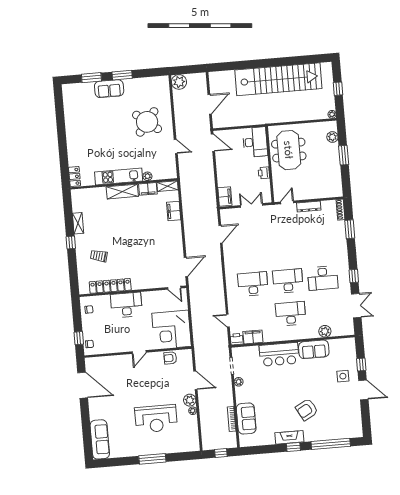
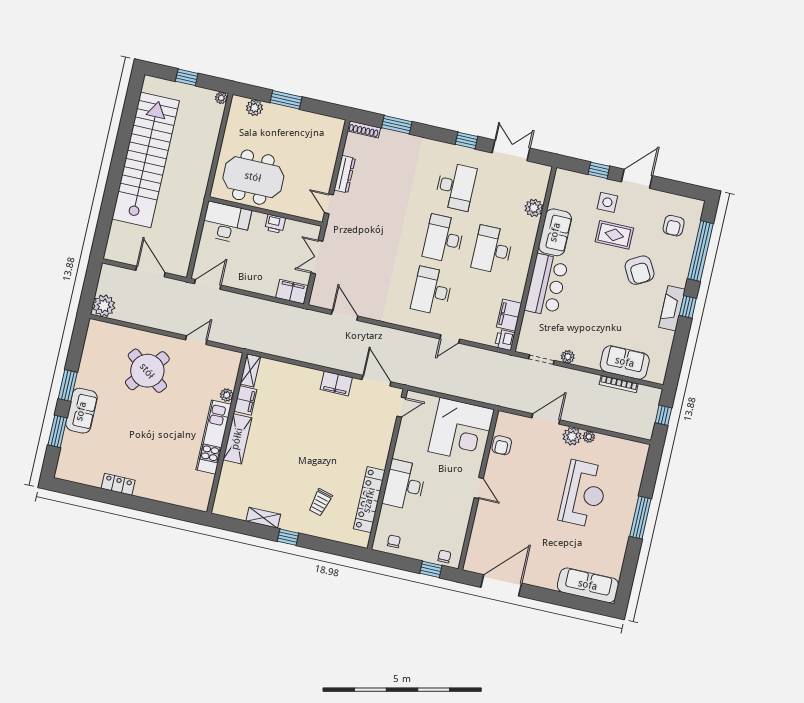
locker: (75, 176) -> (118, 484), moved
filing cabinet: (174, 211) -> (336, 384), moved
door: (228, 321) -> (450, 339), moved
rug: (324, 387) -> (614, 235), added
armchair: (341, 422) -> (674, 226), added

